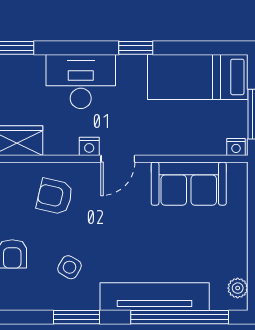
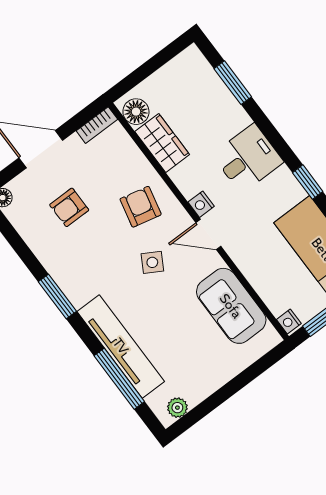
desk: (81, 82) -> (248, 158), width x0.73
side table: (70, 267) -> (152, 262), moved
window: (180, 317) -> (119, 379), width x0.68

